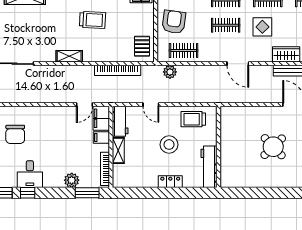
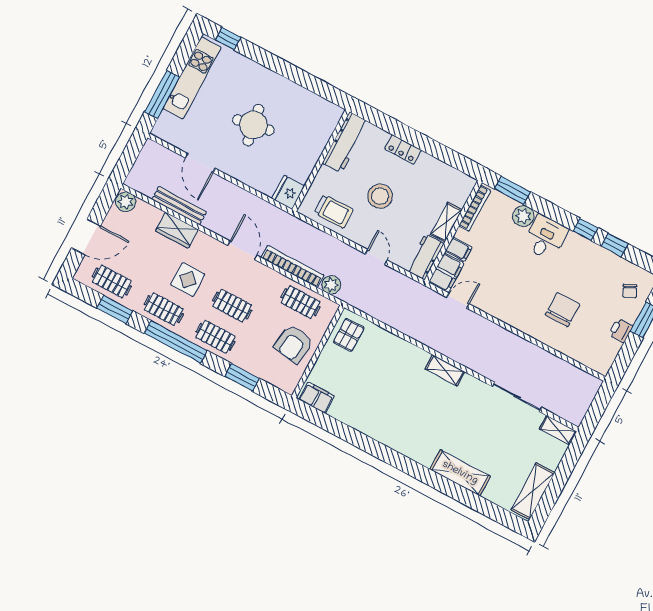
trolley: (93, 20) -> (392, 400), removed
bookcase: (118, 70) -> (293, 266), moved
fridge: (228, 116) -> (288, 192), added
round table: (273, 147) -> (253, 125), turned 34
desk: (30, 174) -> (545, 237), moved

